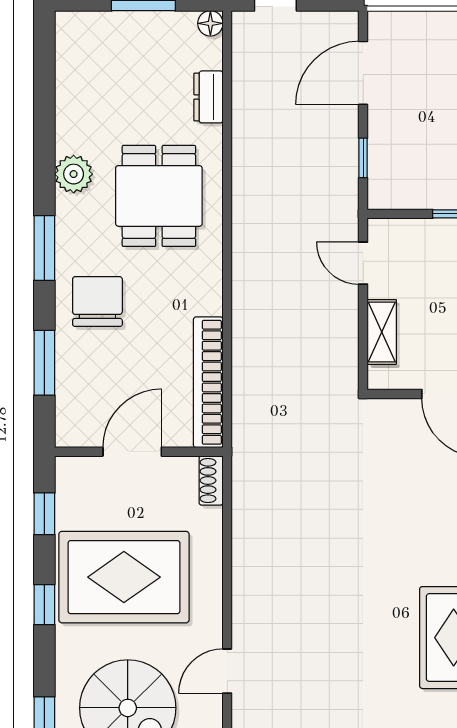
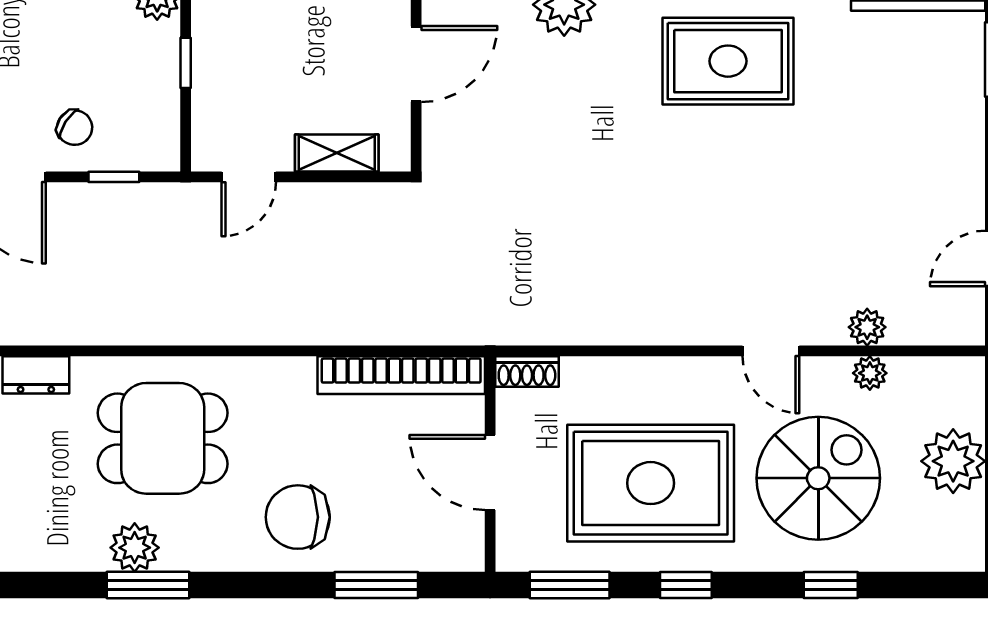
chair: (402, 127) -> (75, 128), added
window: (44, 248) -> (148, 585), moved
window: (44, 514) -> (570, 585), width x1.50
rug: (124, 577) -> (651, 483), turned 90

